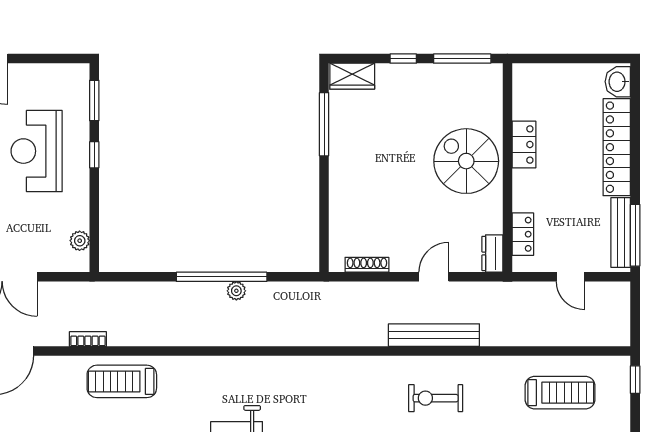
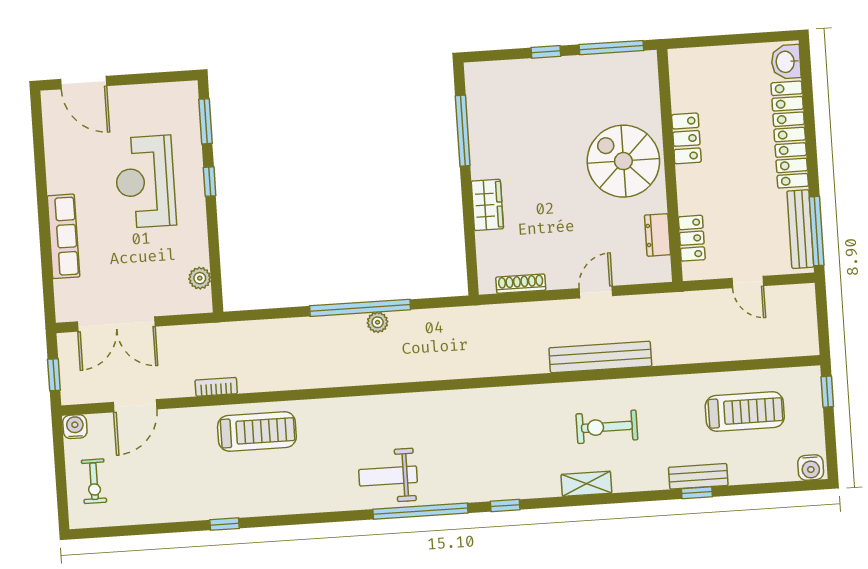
wardrobe: (352, 76) -> (487, 205), moved, turned -90
dresser: (492, 253) -> (657, 235), moved
treadmill: (122, 381) -> (257, 431), turned 180

